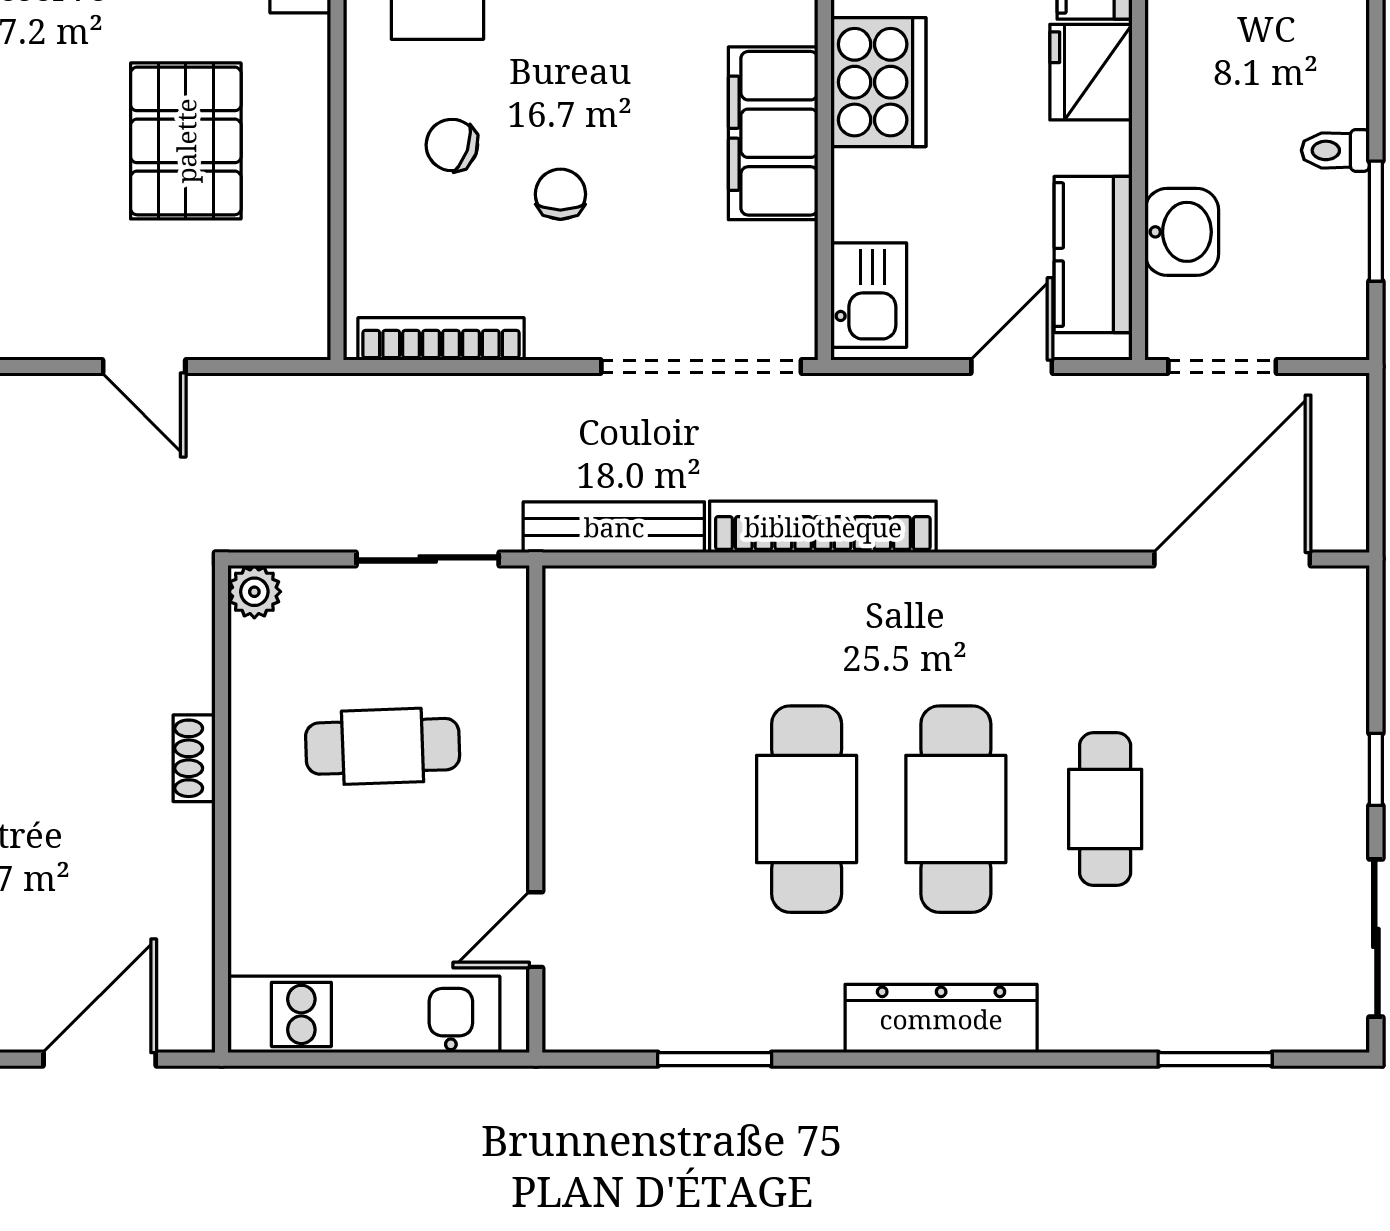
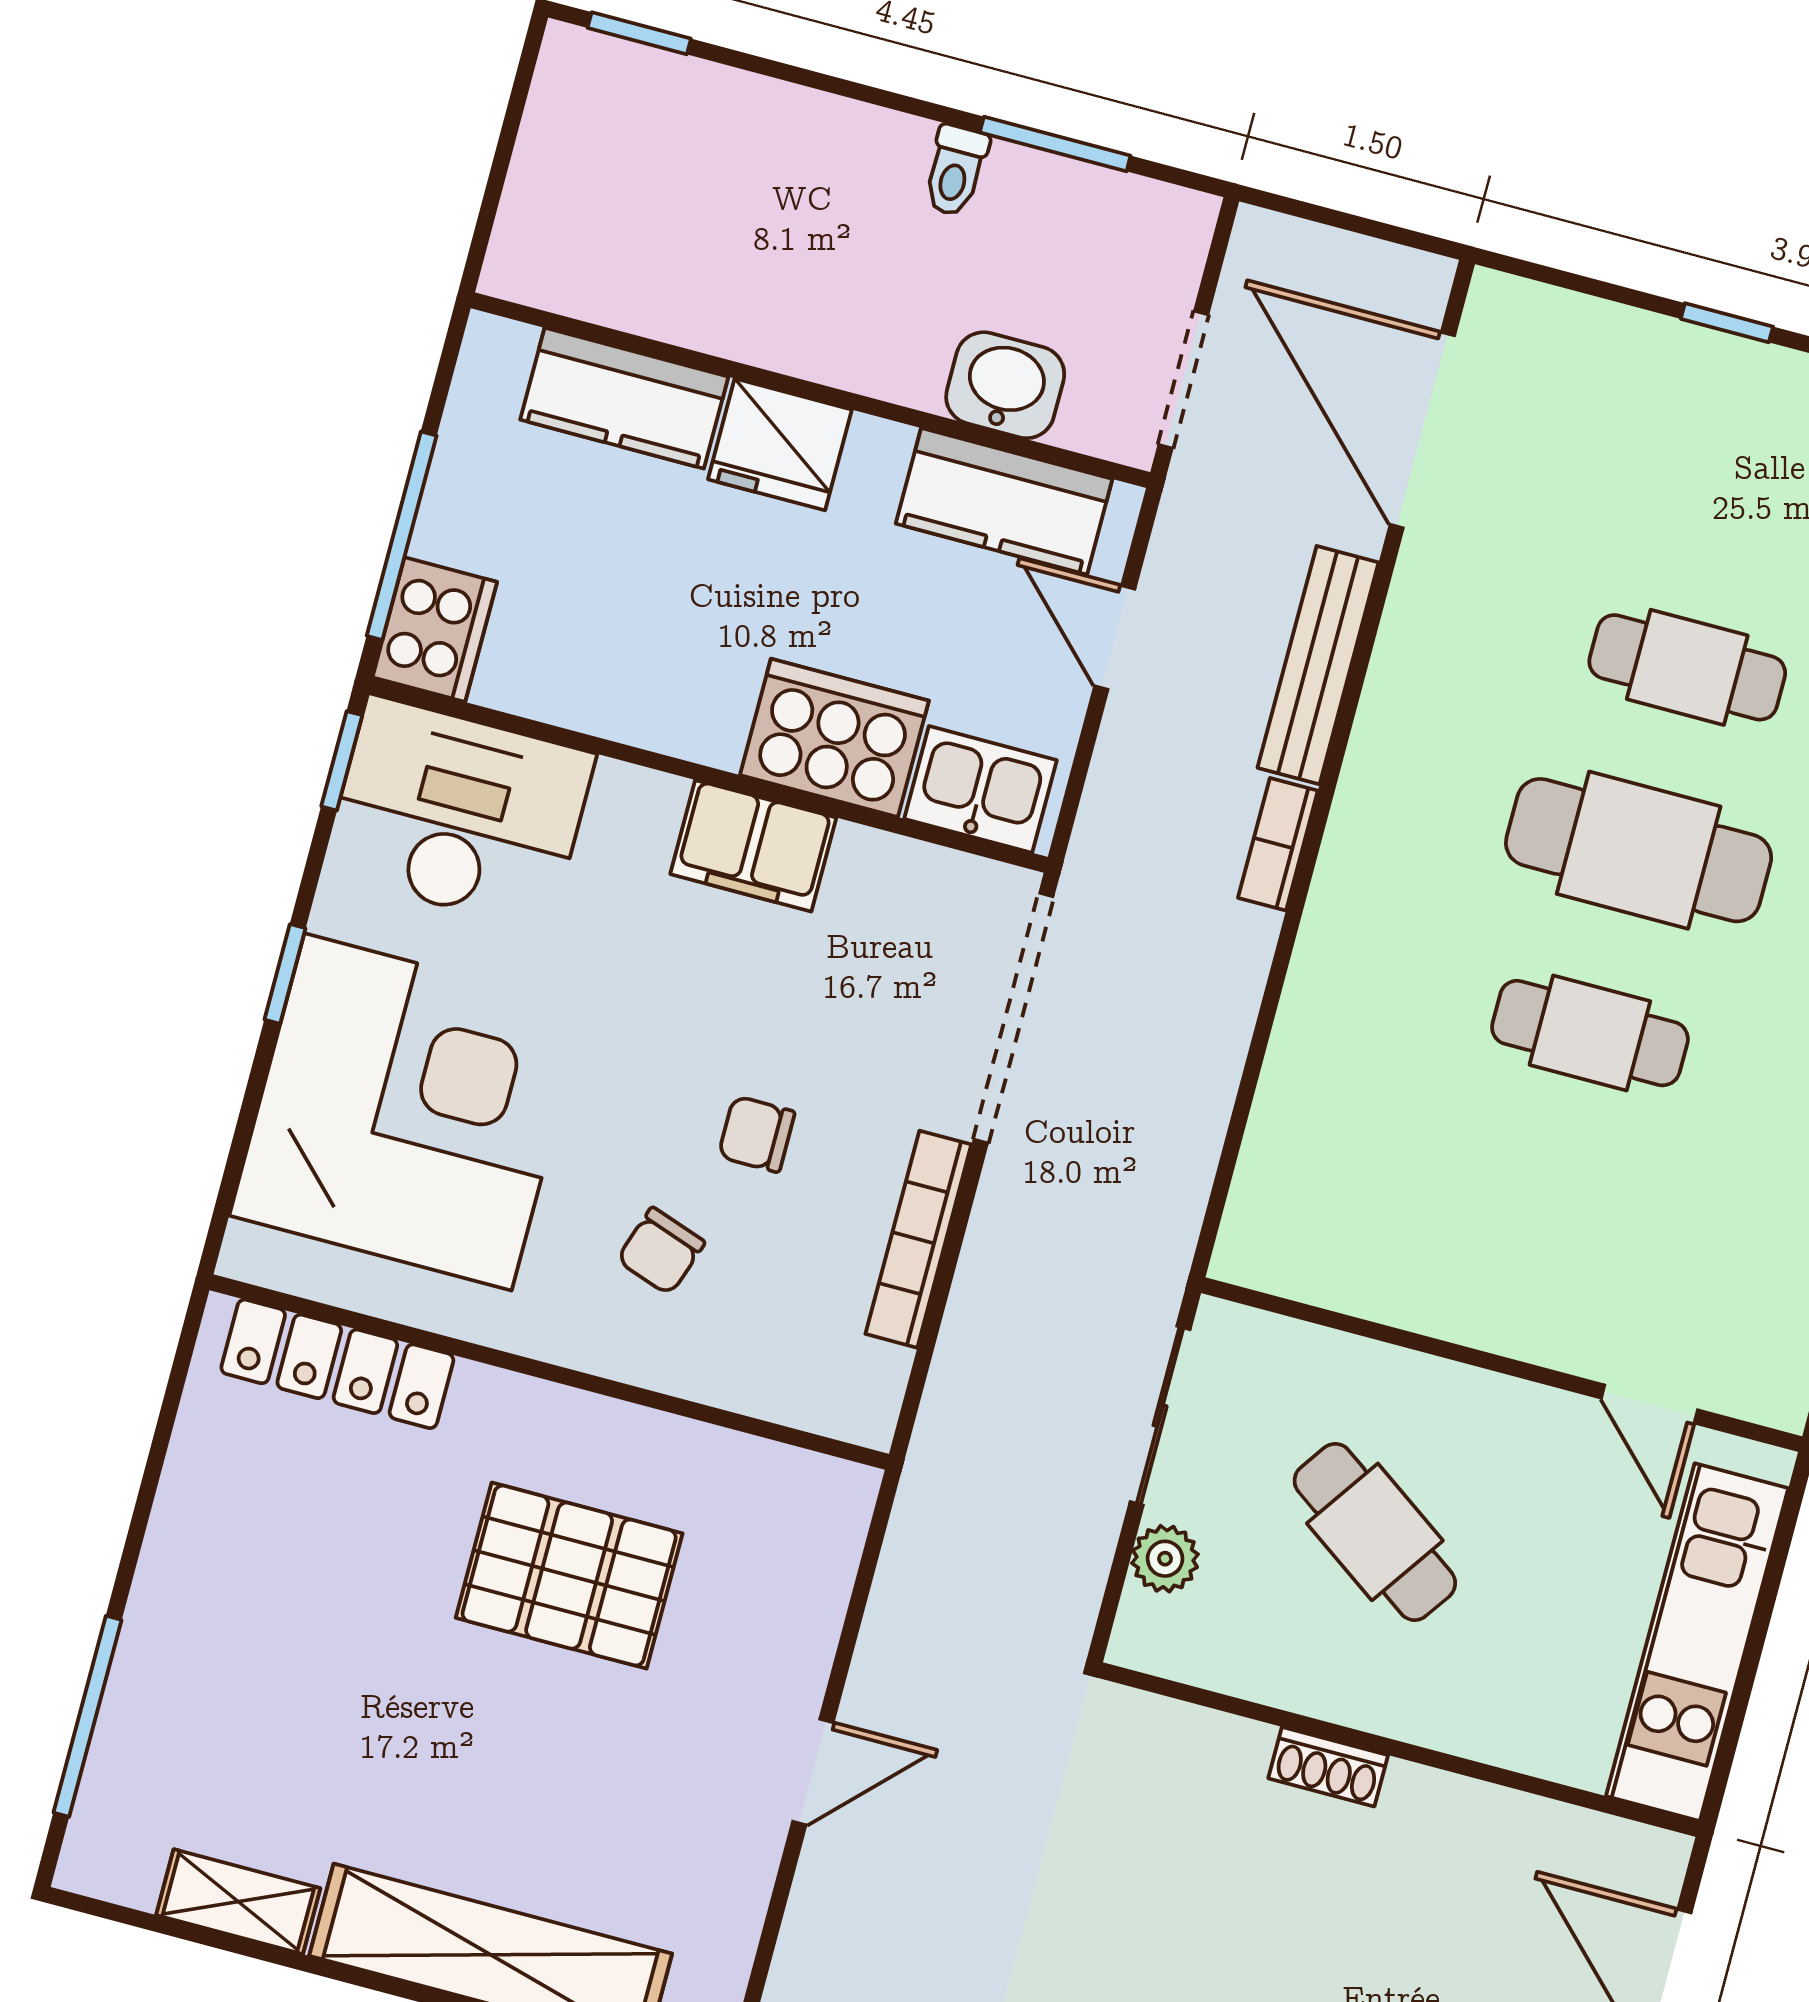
cooker: (878, 82) -> (834, 738), moved
filing cabinet: (773, 133) -> (753, 846), width x0.67, depth x0.86
bookcase: (441, 339) -> (918, 1239), moved
door: (144, 367) -> (813, 1772), moved
bench: (614, 527) -> (1318, 665), moved
bookcase: (823, 527) -> (1278, 844), width x0.43, depth x0.76
plant: (254, 592) -> (1165, 1559), moved
cafe table: (383, 746) -> (1375, 1532), turned -53
cafe table: (807, 809) -> (1590, 1033), width x0.73, depth x0.74

